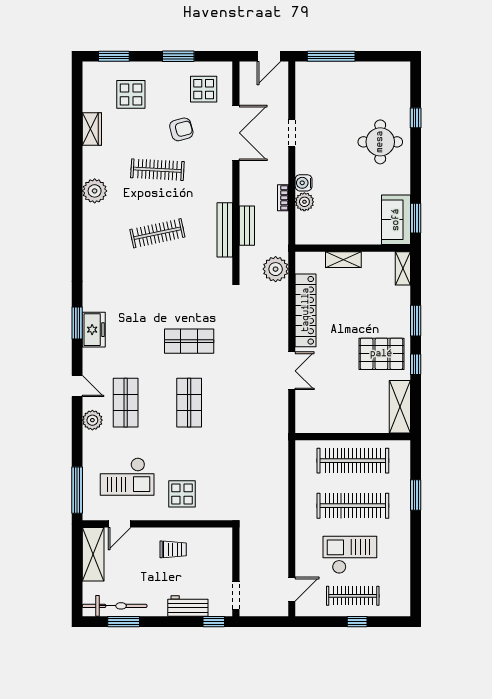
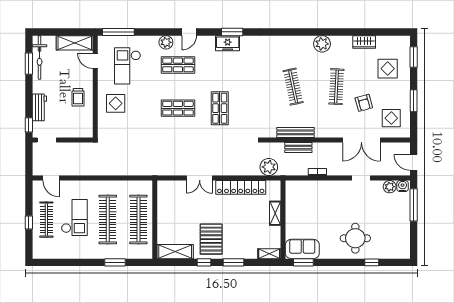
water cooler: (304, 183) -> (403, 186), moved
plant: (304, 202) -> (390, 187), moved

